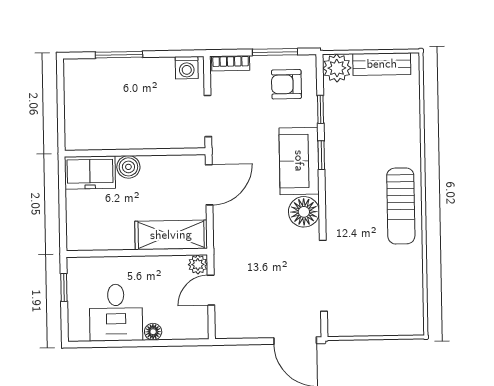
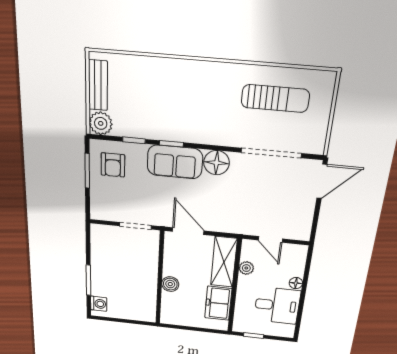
bookcase: (231, 63) -> (96, 205), removed
washing machine: (187, 68) -> (99, 304), moved
freezer: (90, 172) -> (218, 303), moved, turned 180
sun lounger: (401, 206) -> (275, 98), moved
plant: (198, 264) -> (246, 268), moved

